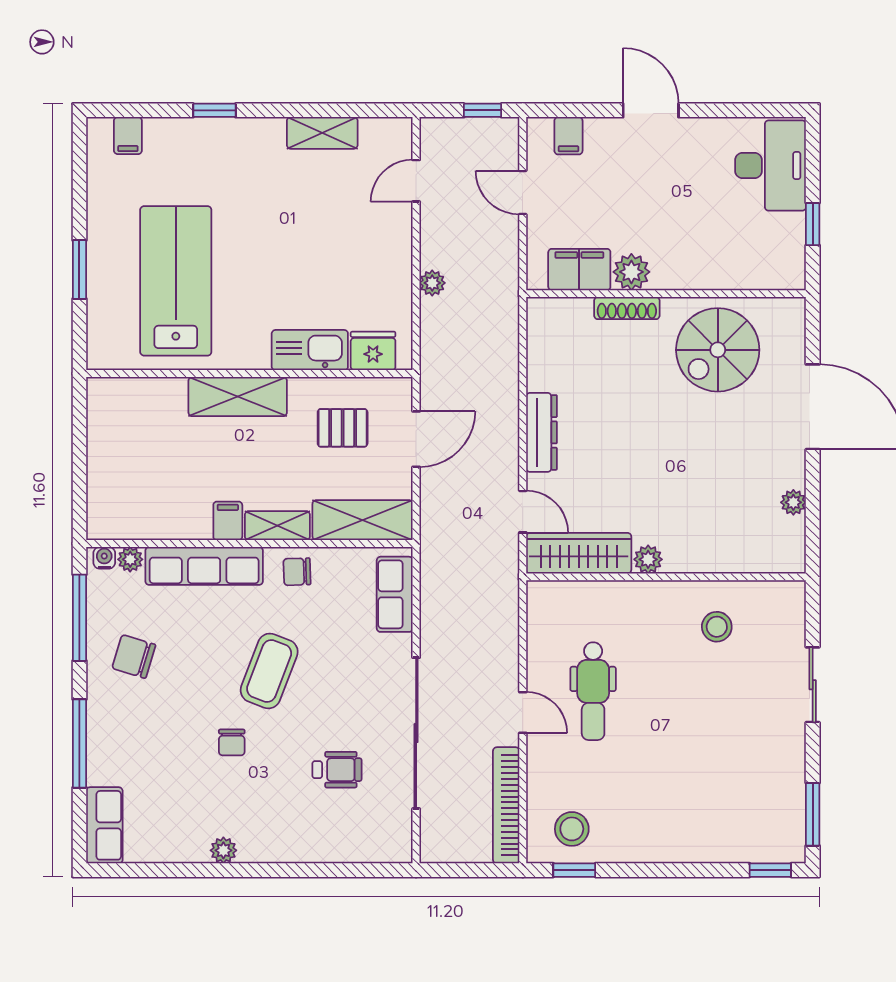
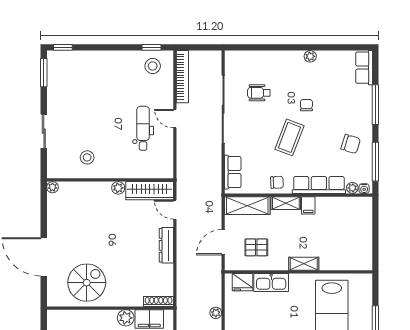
shoe rack: (627, 308) -> (159, 302), moved
shelving: (238, 397) -> (304, 264), width x0.67, depth x0.75
plant: (793, 502) -> (52, 187), moved

